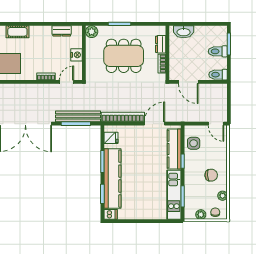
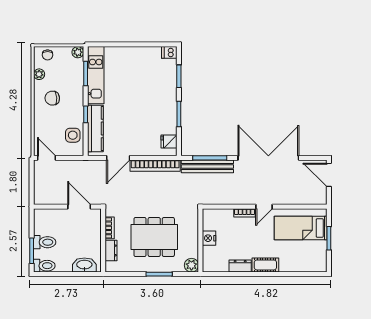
dresser: (62, 31) -> (240, 266), moved
cot: (17, 32) -> (265, 265), moved
toilet: (218, 75) -> (44, 266), moved
door: (67, 82) -> (264, 207), moved
kitchen counter: (113, 179) -> (167, 94), removed
plant: (201, 215) -> (78, 52), moved

